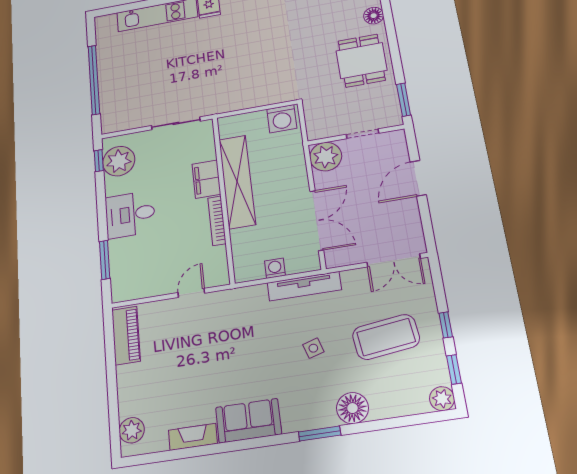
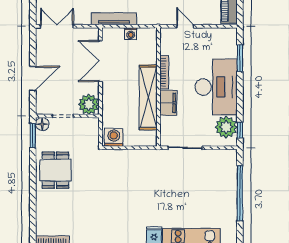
floor lamp: (374, 16) -> (42, 124), moved
desk: (130, 214) -> (216, 87), width x1.87, depth x1.30
door: (191, 293) -> (185, 26), swing flipped

